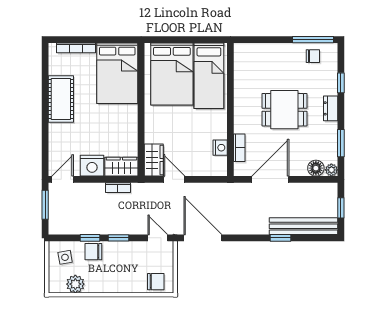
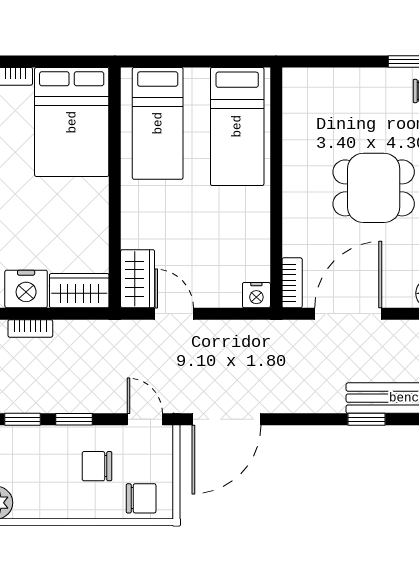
bed: (172, 74) -> (158, 123), width x0.67
nightstand: (220, 148) -> (256, 295), moved, turned 90
bookcase: (239, 148) -> (292, 283), moved
bookcase: (118, 188) -> (30, 328), moved
door: (203, 238) -> (226, 419), swing flipped
chair: (93, 252) -> (97, 466), moved

